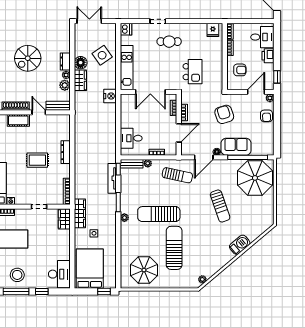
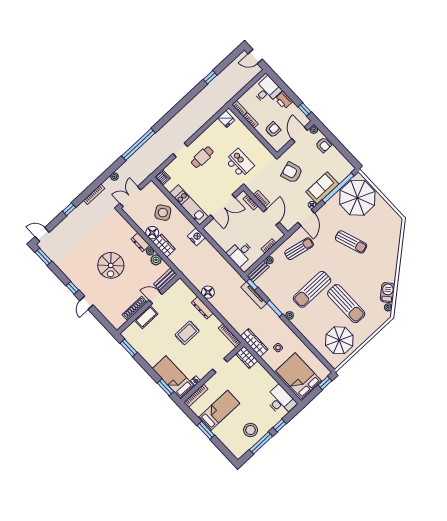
floor lamp: (81, 145) -> (208, 292), added
barbecue: (240, 245) -> (388, 293), moved
sun lounger: (174, 248) -> (346, 304), turned 180

